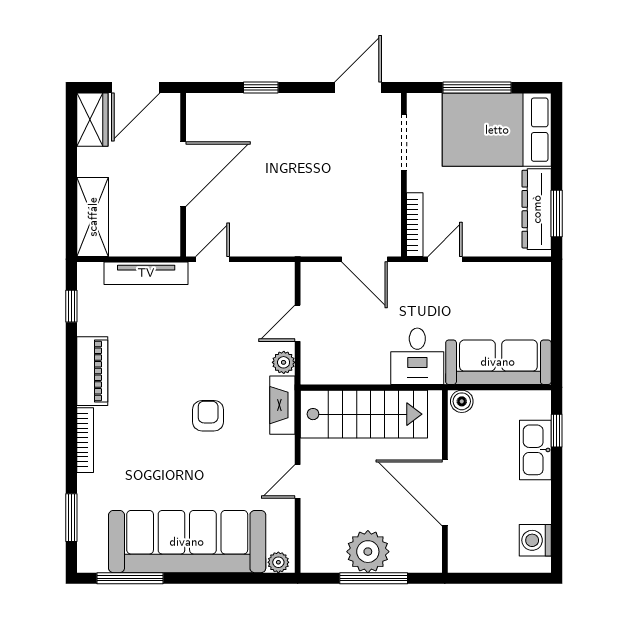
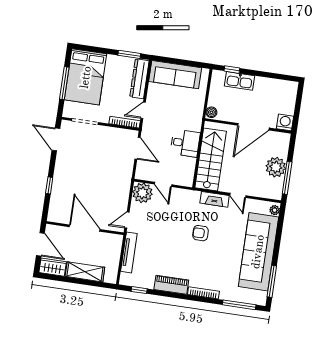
dresser: (537, 209) -> (139, 79), moved, turned 90
shelving: (93, 217) -> (85, 272), moved
door: (212, 259) -> (127, 220), hinge flipped
door: (364, 259) -> (138, 148), hinge flipped
door: (445, 259) -> (143, 110), hinge flipped
desk: (417, 356) -> (185, 143), moved
plant: (284, 362) -> (142, 193), moved, width x1.88, depth x1.88
sofa: (498, 362) -> (175, 75), moved, turned -90
fireplace: (282, 405) -> (215, 199), moved
window: (71, 518) -> (239, 305), width x1.44
washing machine: (535, 540) -> (285, 122), moved, turned 180
window: (374, 578) -> (287, 178), moved

